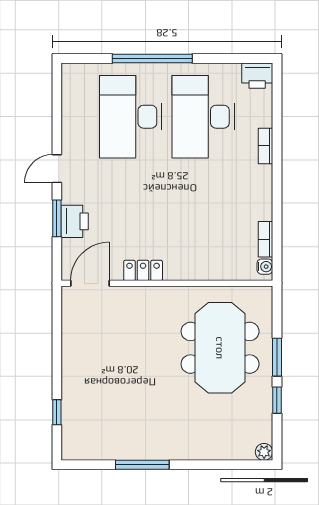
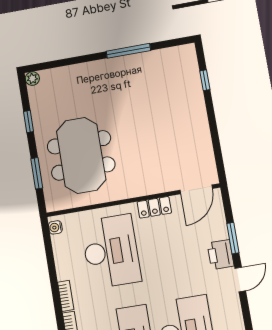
printer: (75, 221) -> (221, 255), moved
desk: (203, 227) -> (111, 251), added
bookcase: (265, 239) -> (66, 296), moved
window: (277, 357) -> (37, 173), moved

